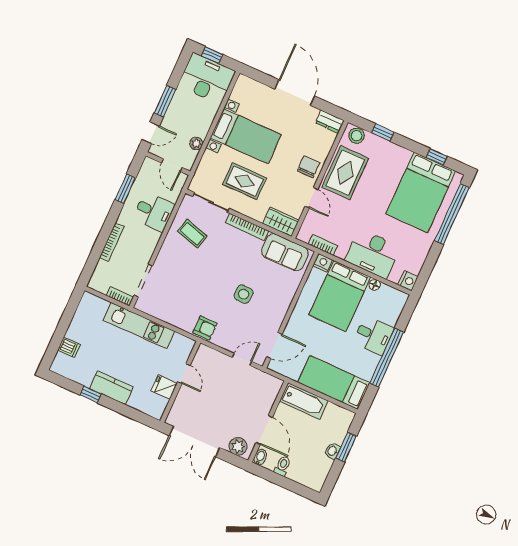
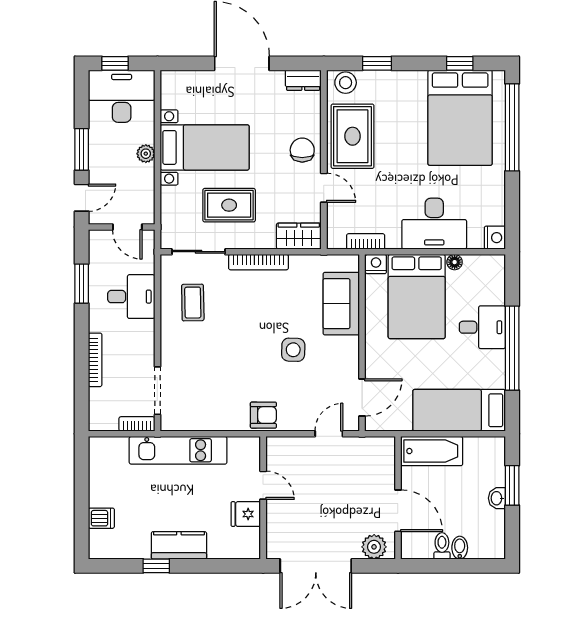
plant: (196, 143) -> (146, 154), moved
coffee table: (192, 234) -> (193, 303), turned 73
sofa: (285, 252) -> (341, 304), moved, turned 90
bidet: (260, 457) -> (460, 548), moved

